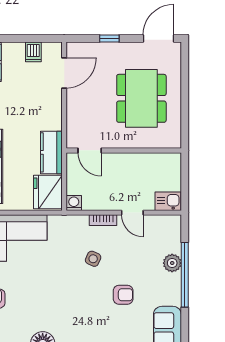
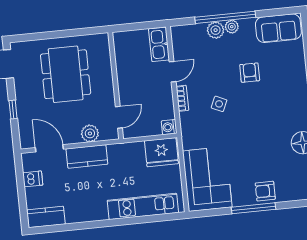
dining table: (141, 98) -> (66, 74), turned 90
plant: (76, 118) -> (90, 133), added
kitchen counter: (51, 152) -> (87, 156), moved
kitchen sink: (168, 201) -> (159, 44), width x1.38
plant: (174, 281) -> (232, 27), added

